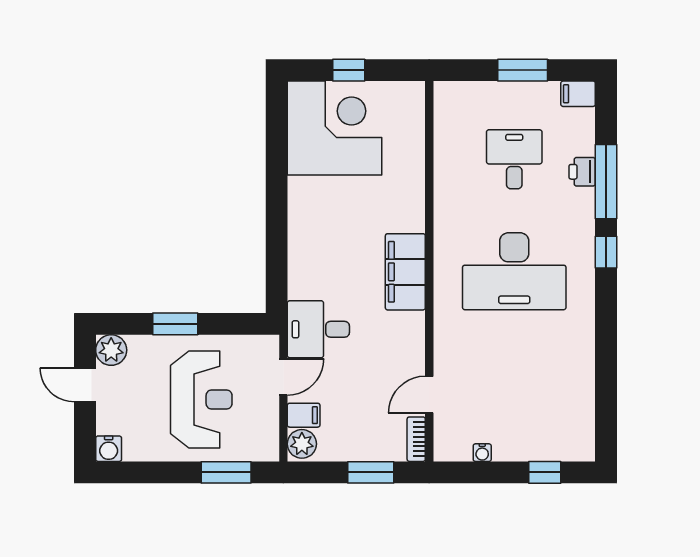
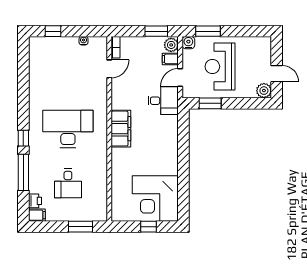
window: (523, 70) -> (81, 227), moved
printer: (582, 172) -> (35, 201), moved
window: (175, 324) -> (210, 103), moved
water cooler: (109, 449) -> (188, 43), moved
window: (371, 472) -> (156, 31), moved

